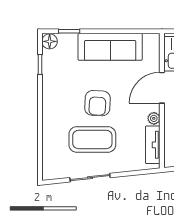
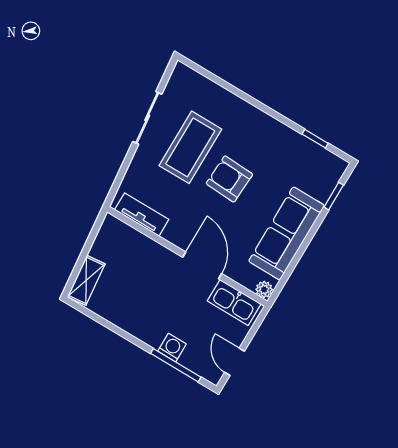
floor lamp: (50, 41) -> (335, 166), removed
plant: (154, 118) -> (264, 290), moved

